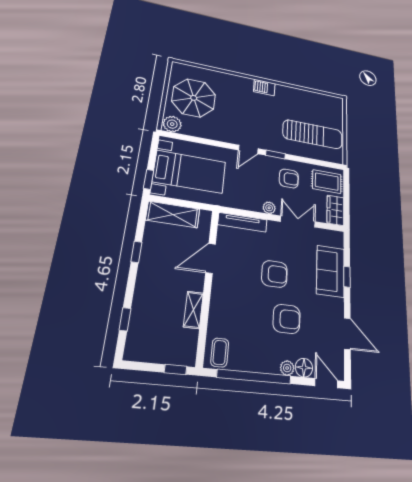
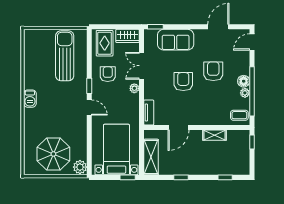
tv unit: (243, 222) -> (149, 113), width x0.71
door: (211, 258) -> (178, 128), hinge flipped
window: (347, 277) -> (155, 27), moved
plant: (287, 368) -> (245, 93), moved
floor lamp: (304, 368) -> (244, 81), moved

